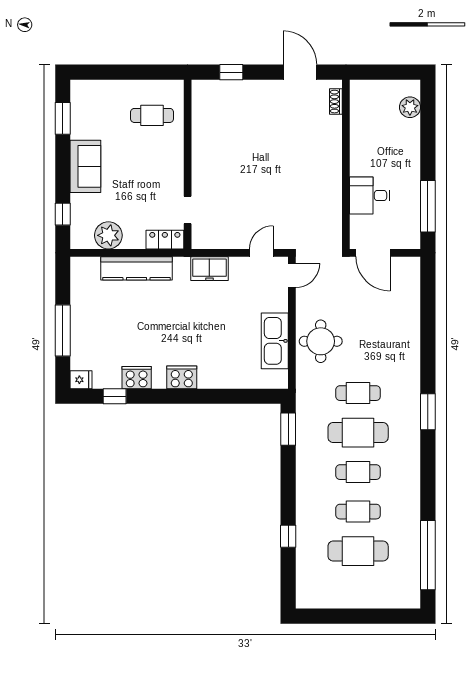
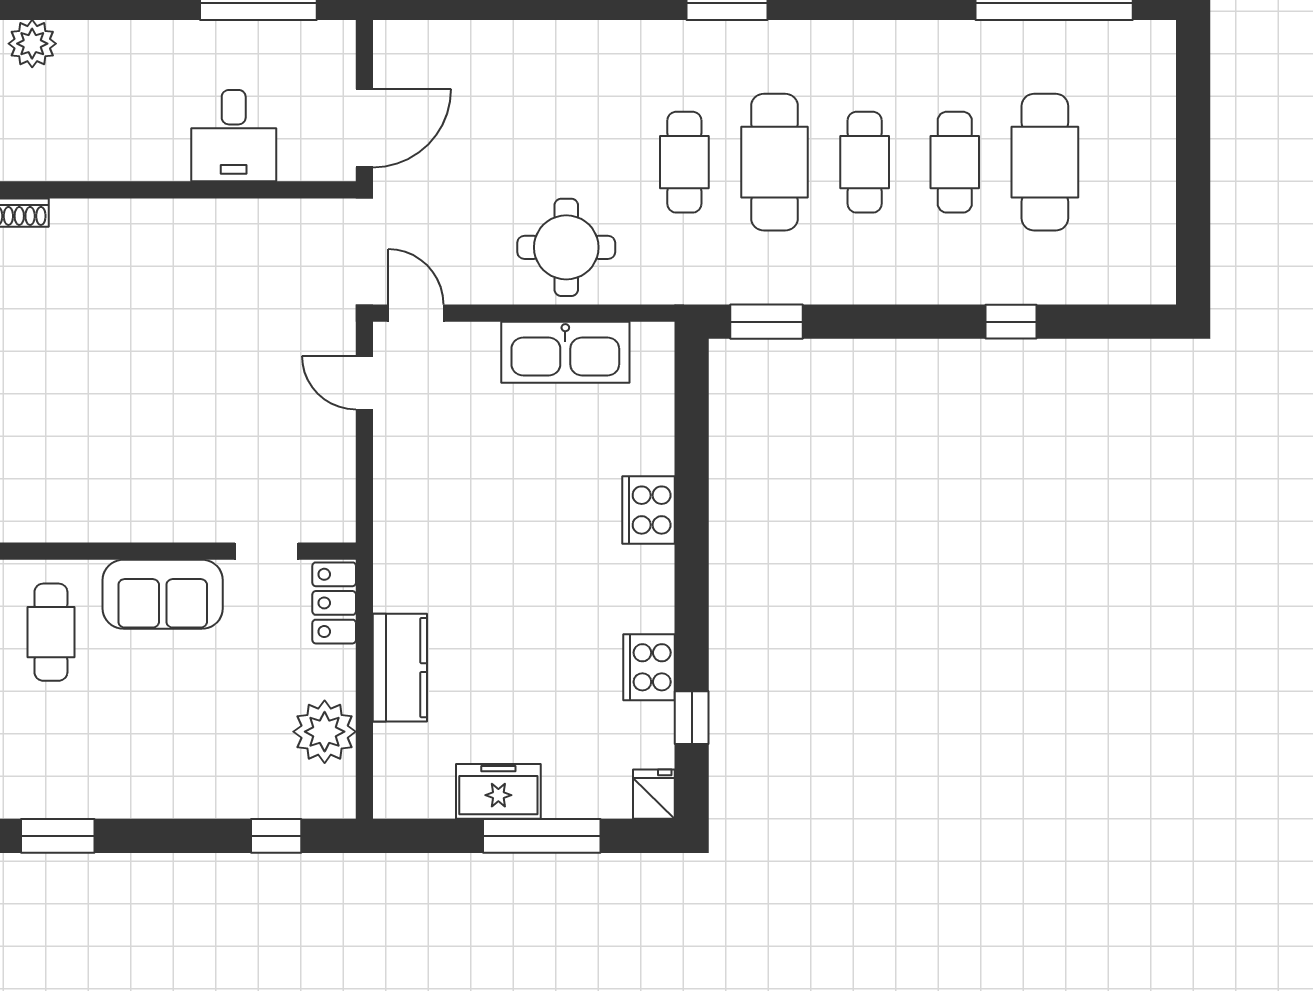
sofa: (85, 166) -> (163, 594), moved, turned 180
kitchen counter: (136, 268) -> (400, 668), width x0.67
freezer: (209, 269) -> (498, 791), moved, turned -90
cooker: (182, 377) -> (648, 510), moved

